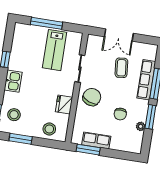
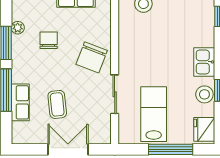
row of seats: (146, 80) -> (20, 102), width x0.68
fridge: (64, 104) -> (204, 129), moved, turned 180
stool: (14, 115) -> (204, 94), moved

